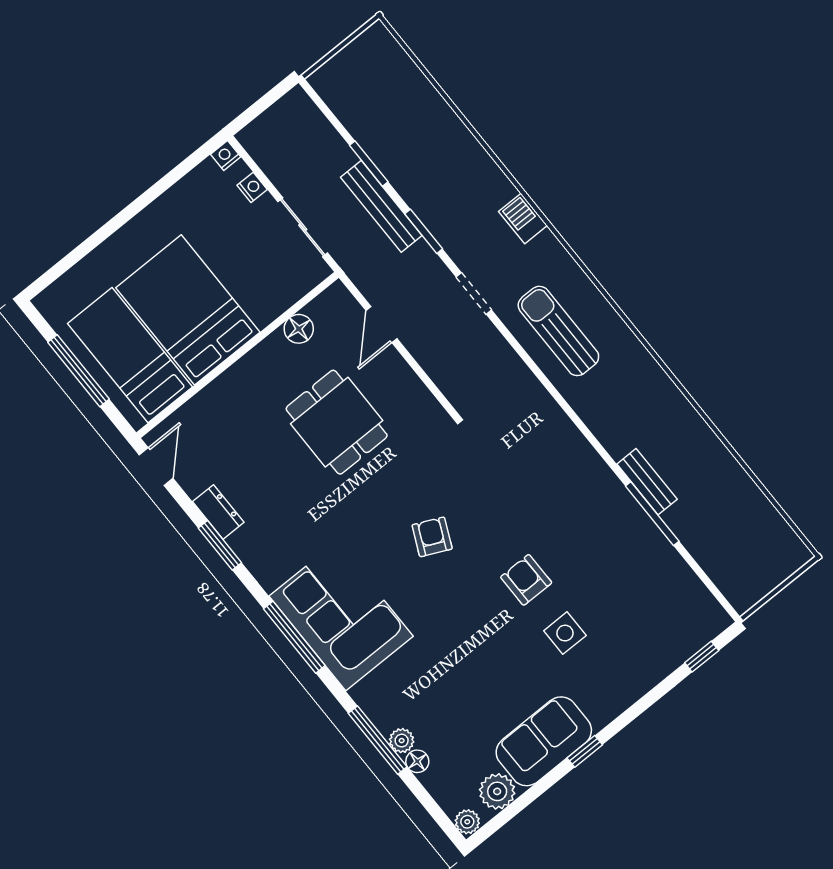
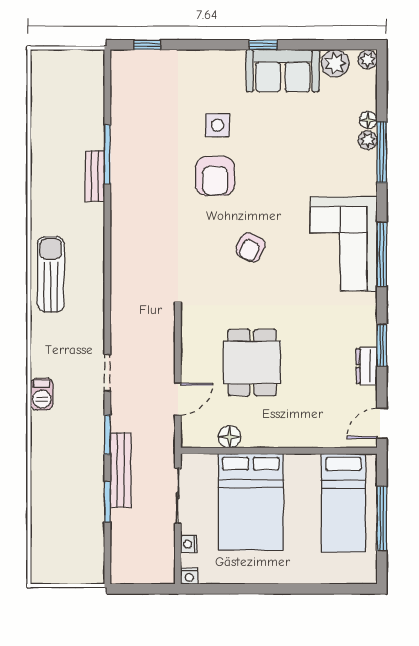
bed: (188, 310) -> (251, 502), moved
sun lounger: (558, 331) -> (51, 274), moved, turned 180
armchair: (526, 580) -> (215, 176), width x1.38, depth x1.38

